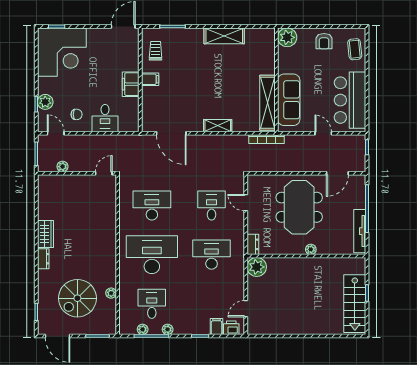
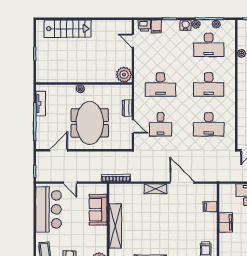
filing cabinet: (150, 79) -> (210, 207), moved
sofa: (289, 100) -> (98, 210), width x0.73
shelving: (268, 103) -> (115, 226), moved
door: (171, 133) -> (182, 183), moved
tv unit: (360, 231) -> (41, 104), width x0.71
dresser: (253, 244) -> (127, 108), moved
desk: (152, 255) -> (209, 85), width x0.73, depth x0.77
desk: (152, 304) -> (209, 45), width x1.37
stairs: (355, 304) -> (68, 29), moved, turned 90
door: (246, 309) -> (133, 41), swing flipped
water cooler: (180, 328) -> (186, 25), added

